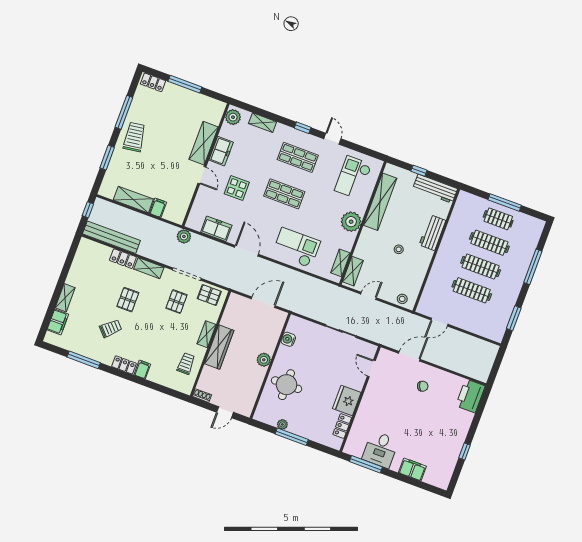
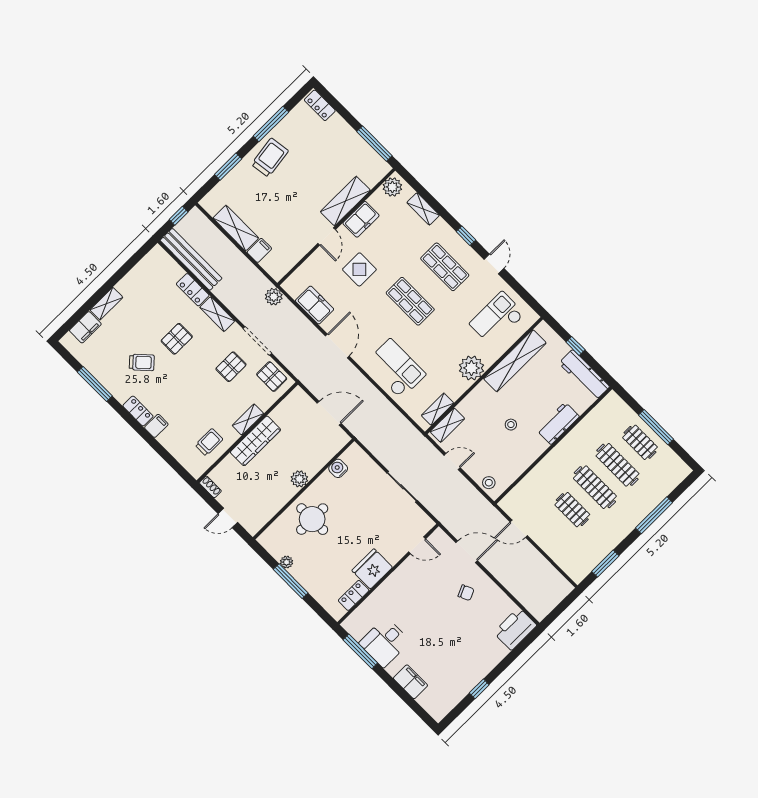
window: (185, 84) -> (374, 144), moved
clothes rail: (472, 290) -> (572, 510), width x0.73
door: (371, 368) -> (417, 545), swing flipped

